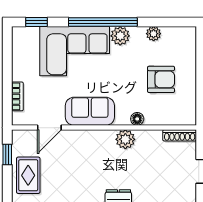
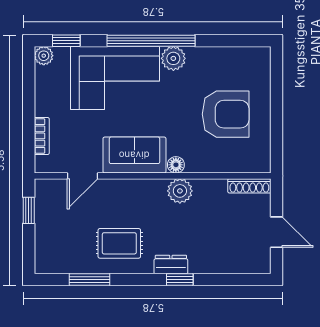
plant: (154, 34) -> (44, 56), moved
armchair: (161, 79) -> (226, 114), width x1.36, depth x1.36
floor lamp: (137, 119) -> (176, 165), moved
rug: (28, 175) -> (119, 243), moved, turned 90

